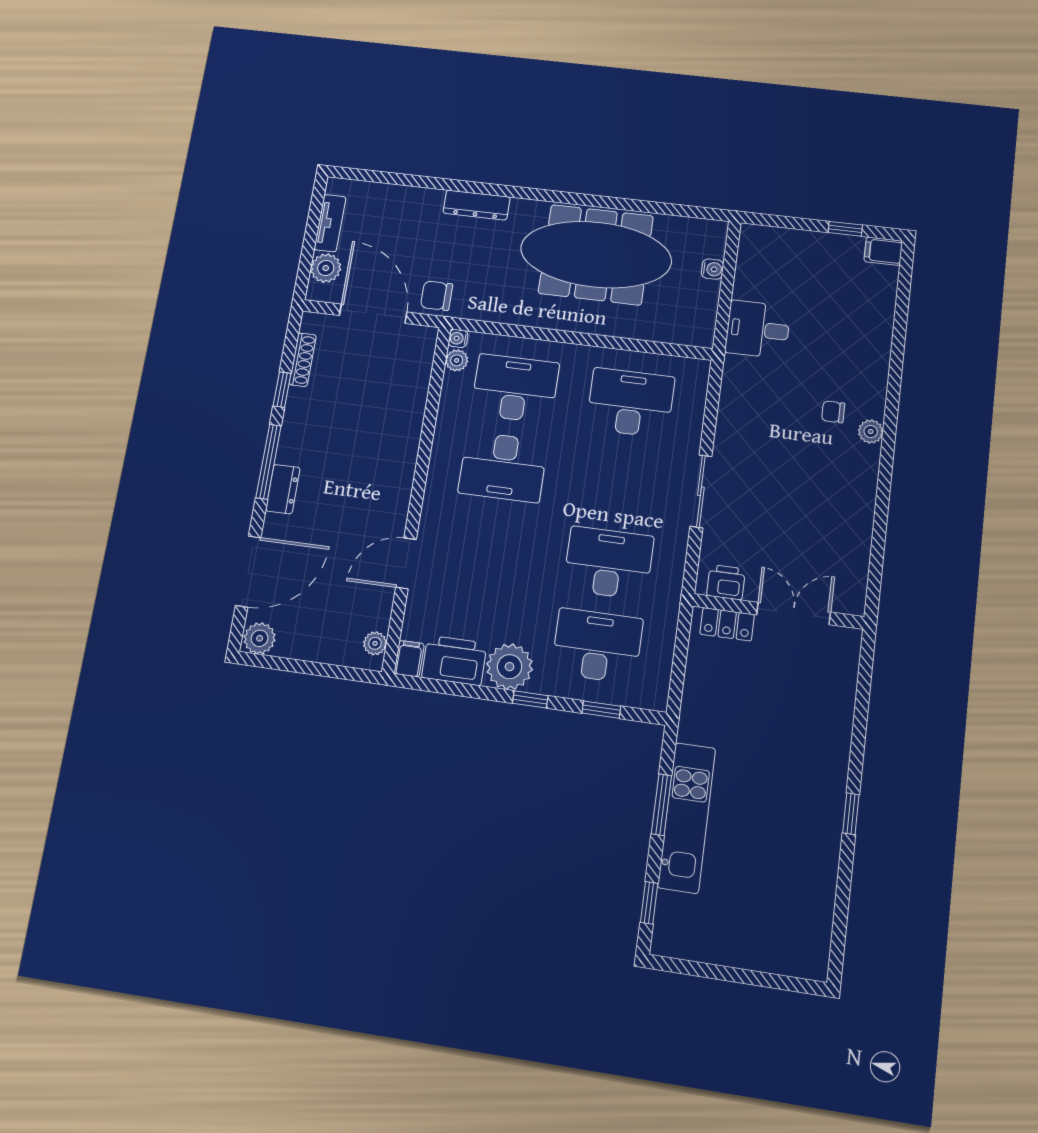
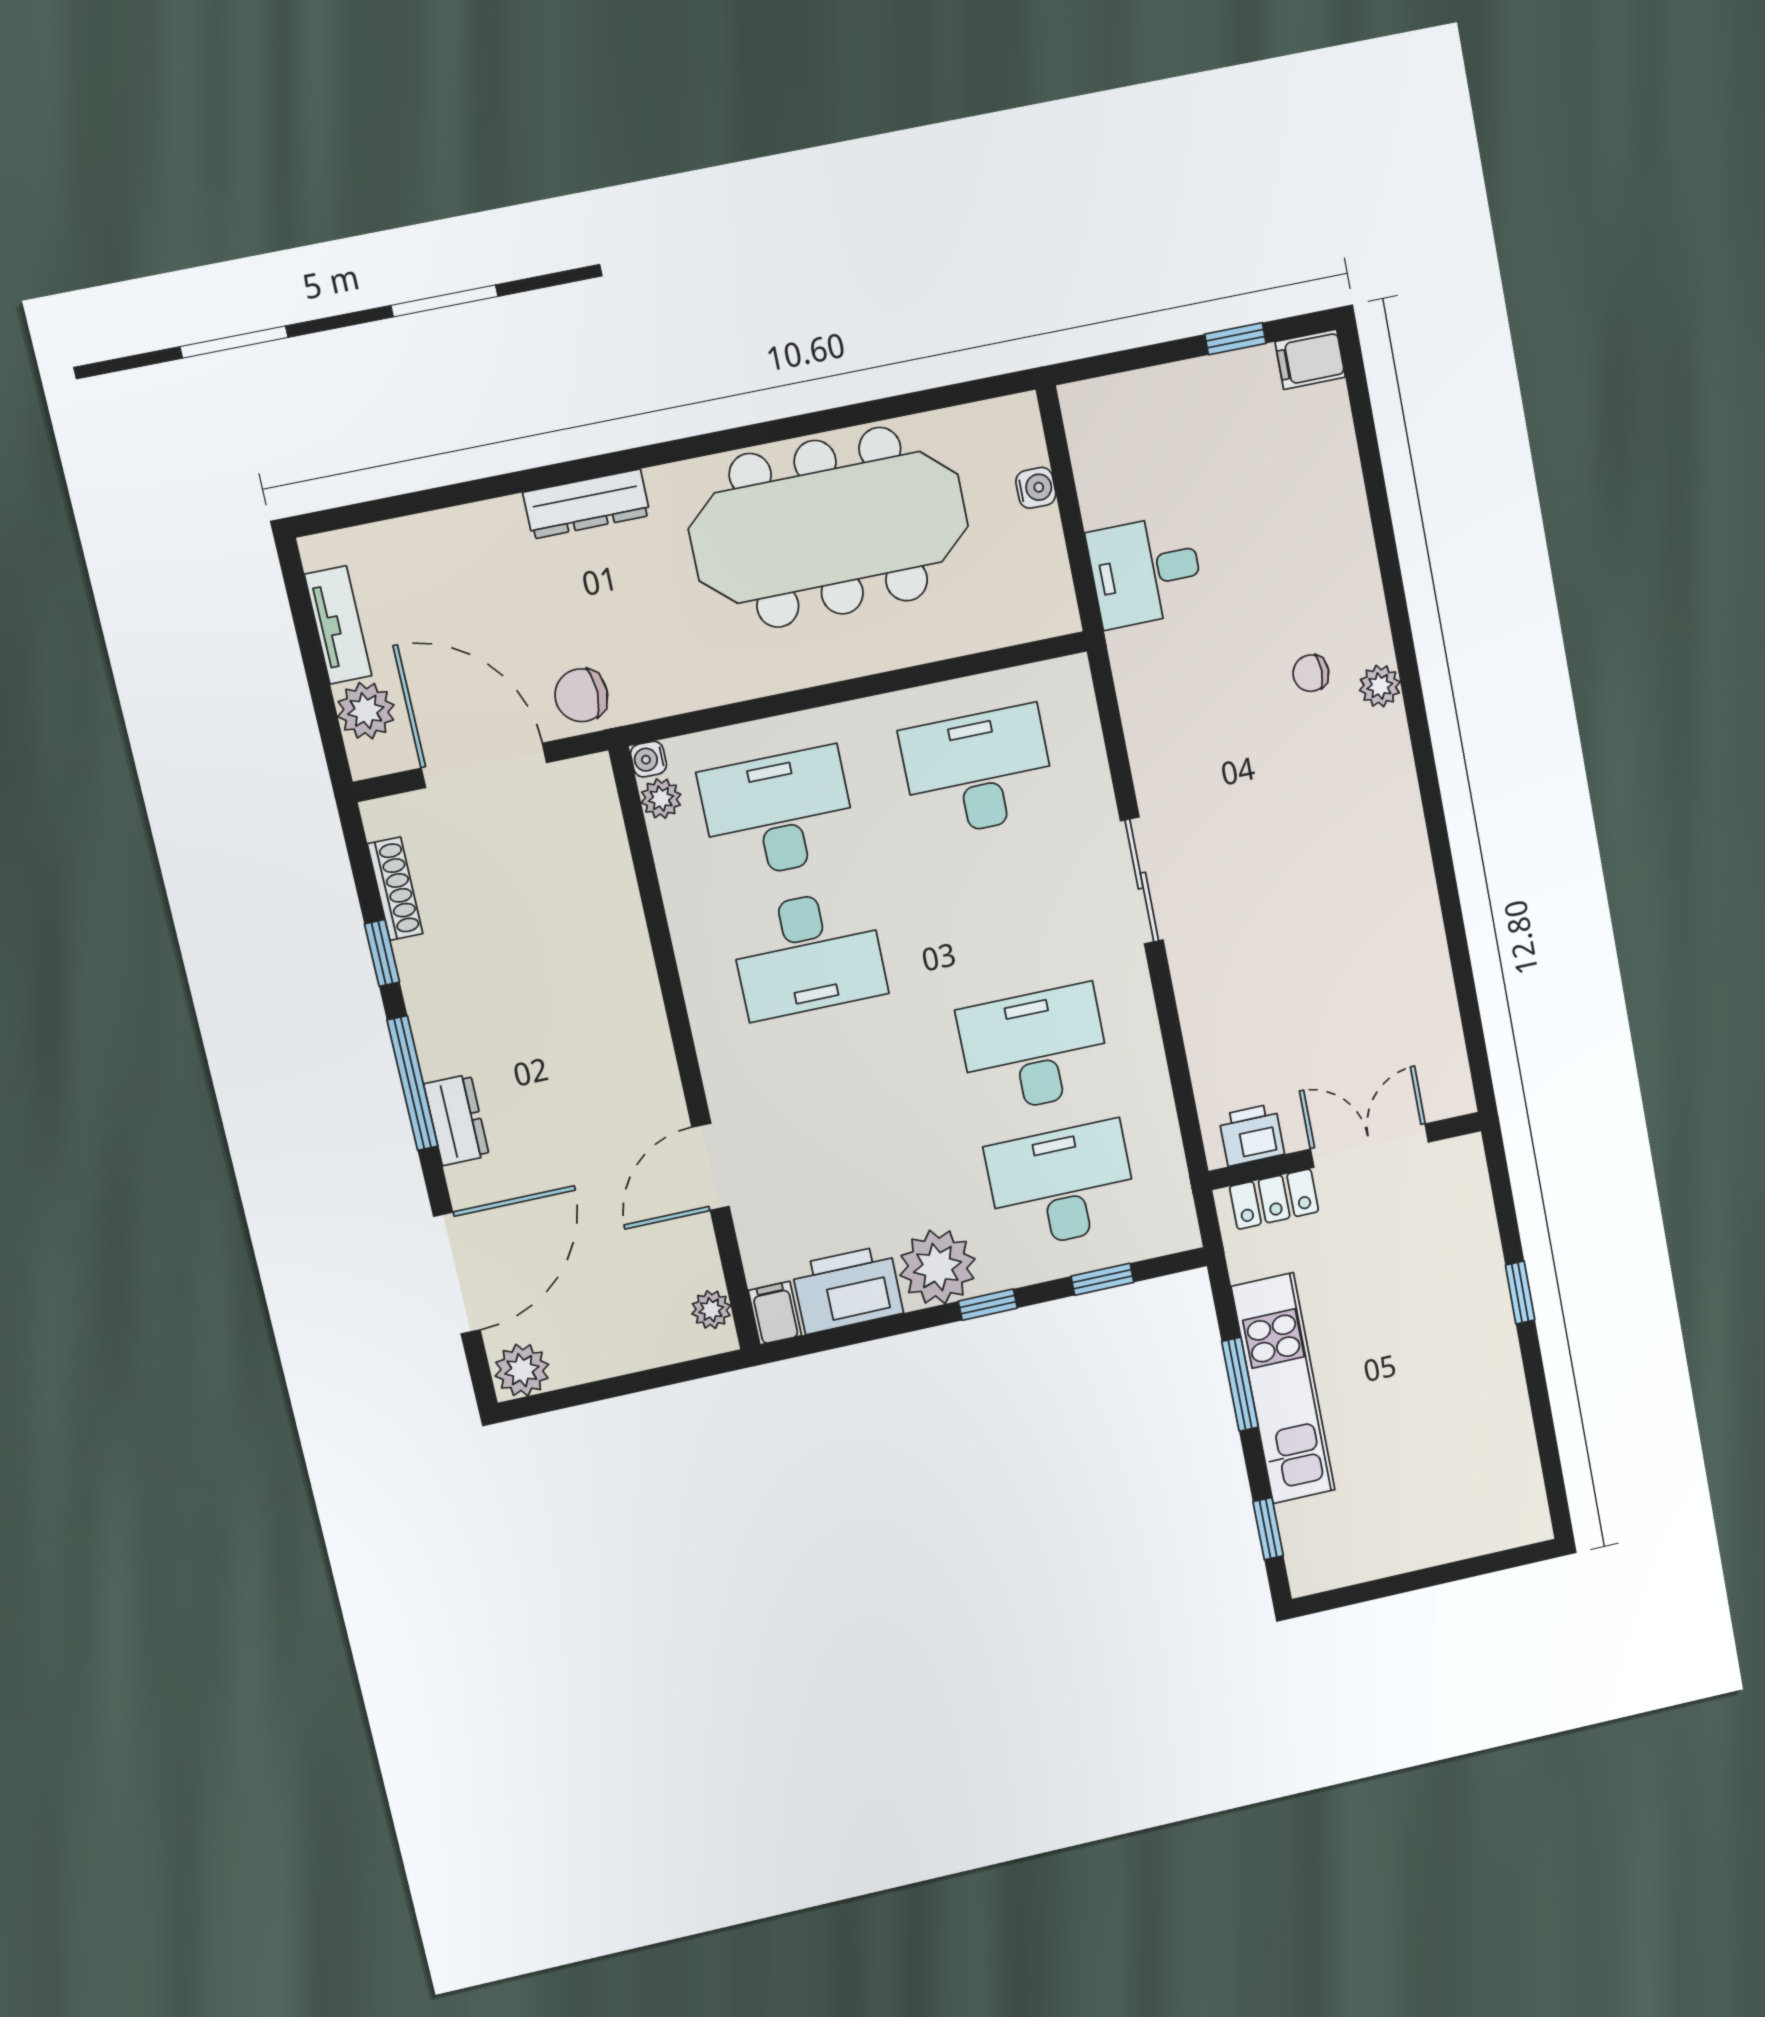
printer: (726, 582) -> (1251, 1135), moved
wall: (778, 611) -> (1345, 1151), moved
double door: (794, 613) -> (1370, 1146), moved
locker: (727, 624) -> (1274, 1199), moved

